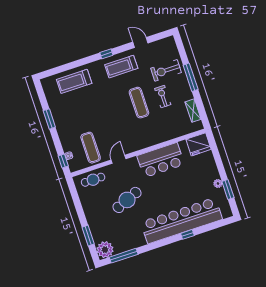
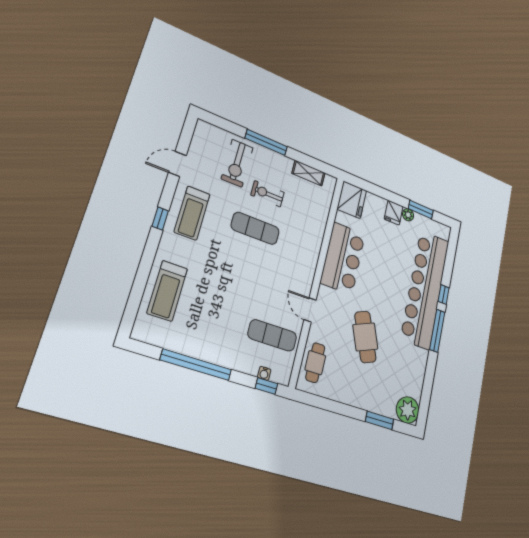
window: (49, 119) -> (196, 365), width x2.11
fridge: (212, 174) -> (394, 213), added
window: (124, 256) -> (437, 331), moved

